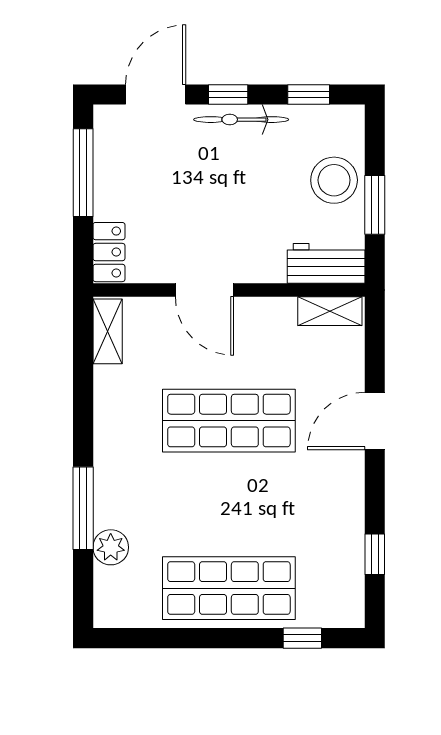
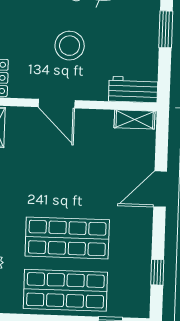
stool: (334, 180) -> (70, 46), moved
window: (375, 205) -> (166, 29), moved
shop shelf: (229, 421) -> (67, 238), moved

